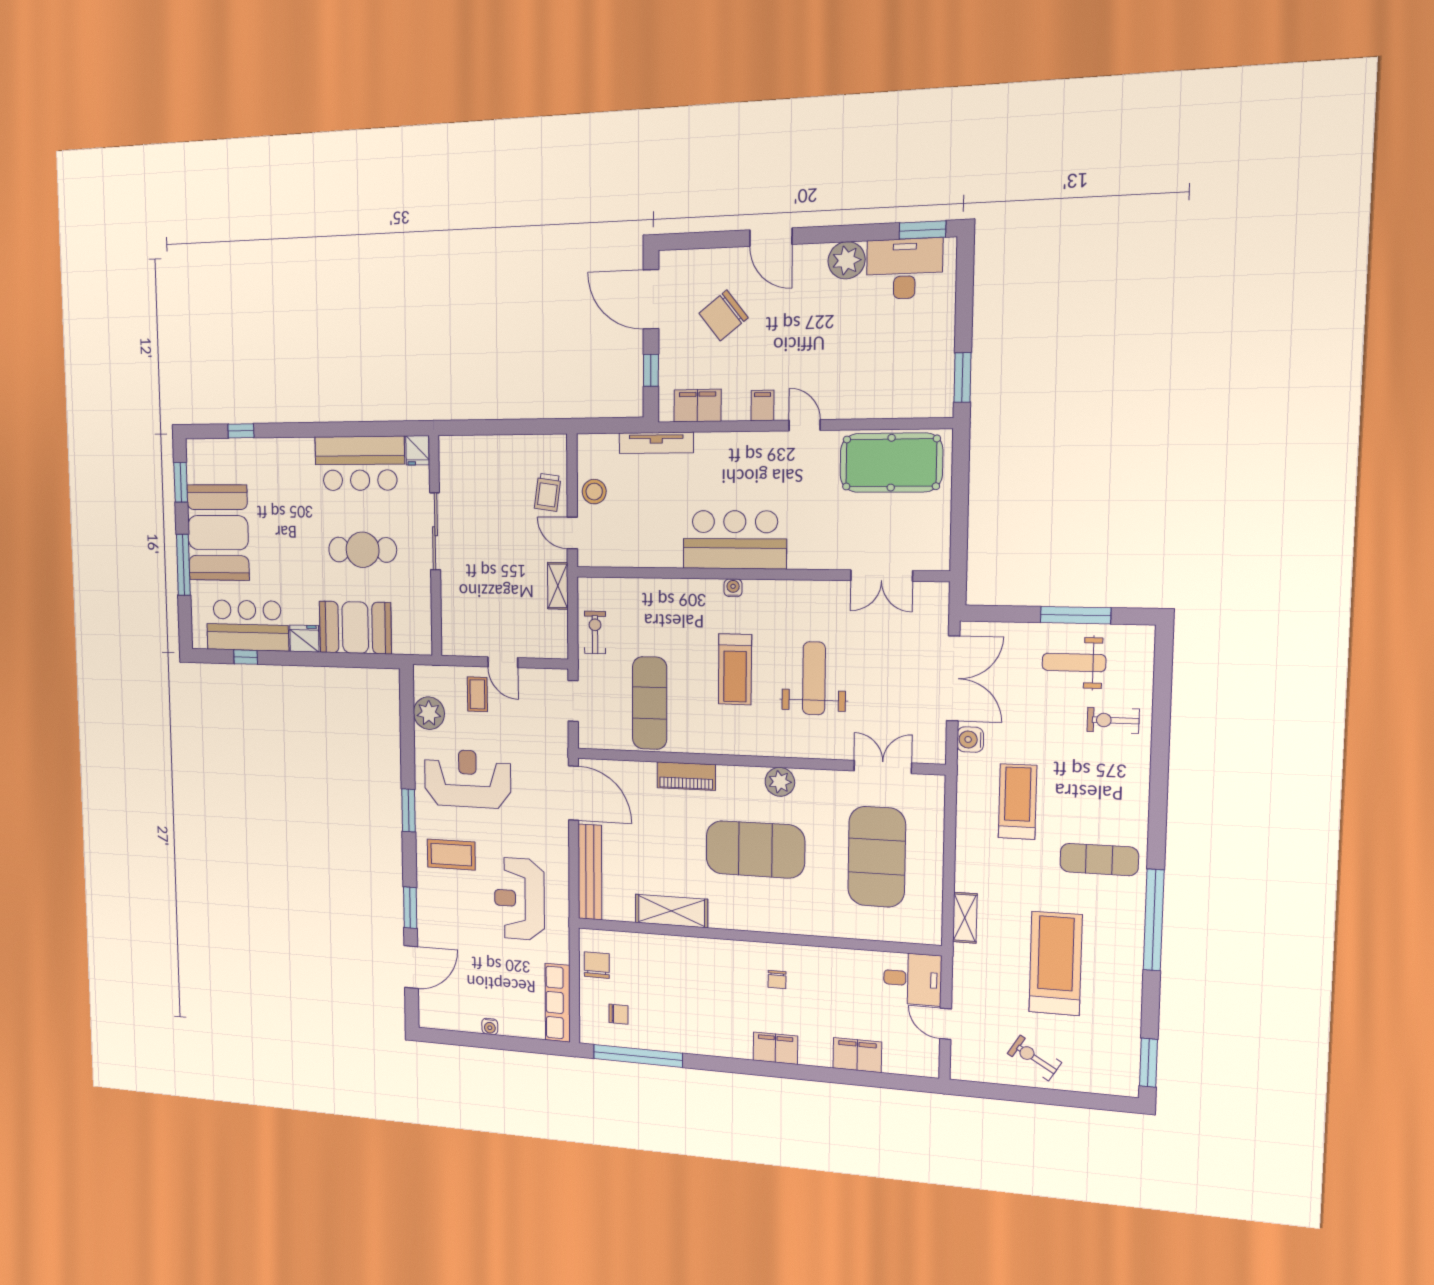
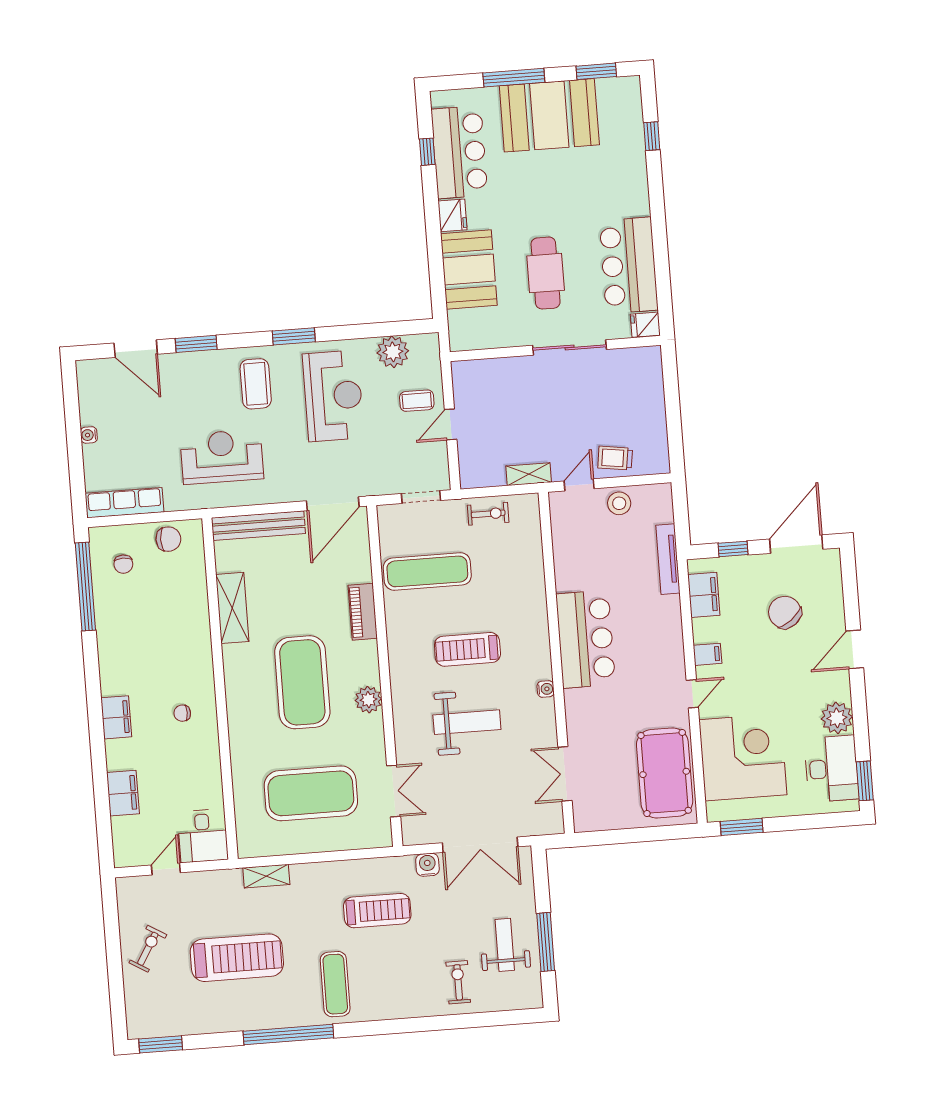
corner desk: (882, 372) -> (743, 757), added
water cooler: (733, 588) -> (546, 689), moved

